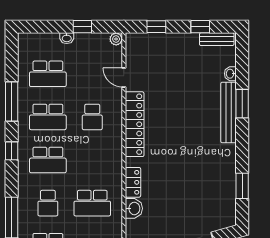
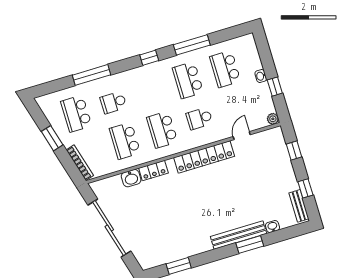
school desk: (48, 160) -> (162, 130), moved

